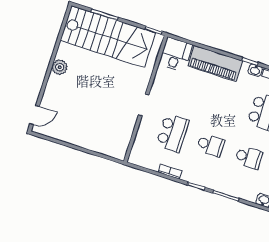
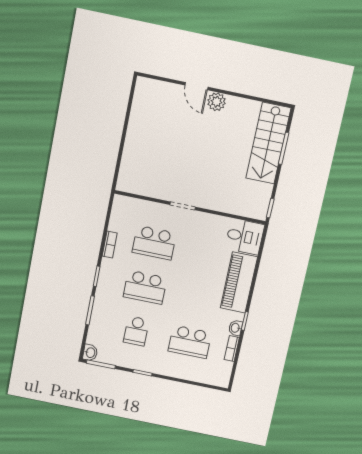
stairs: (108, 37) -> (268, 143), width x0.73, depth x0.66
door: (35, 115) -> (196, 86), moved
school desk: (211, 145) -> (145, 287), width x1.85

